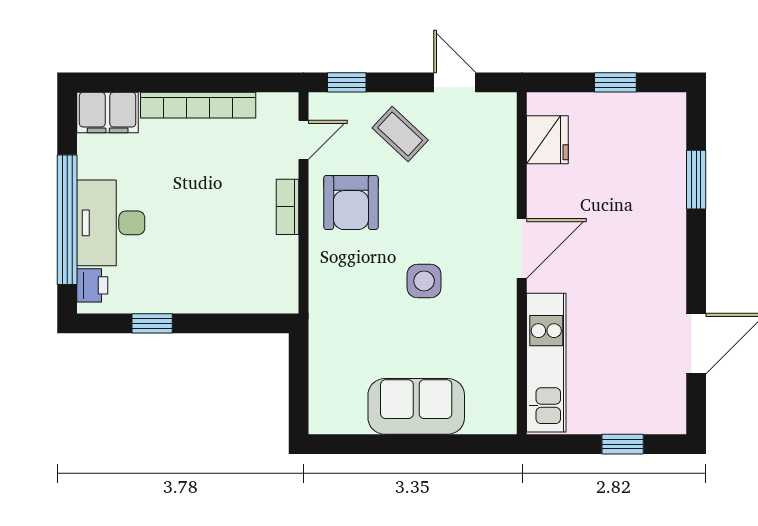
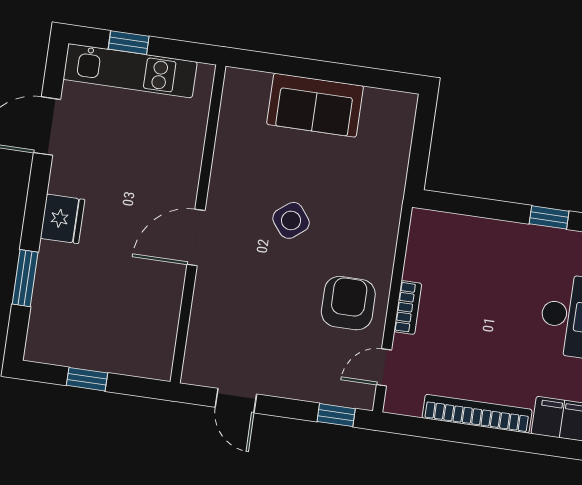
coffee table: (400, 134) -> (294, 360), removed
fridge: (547, 140) -> (63, 219), moved, turned 180
side table: (424, 281) -> (291, 220), turned -38
kitchen unit: (546, 363) -> (130, 71), moved, turned -90

